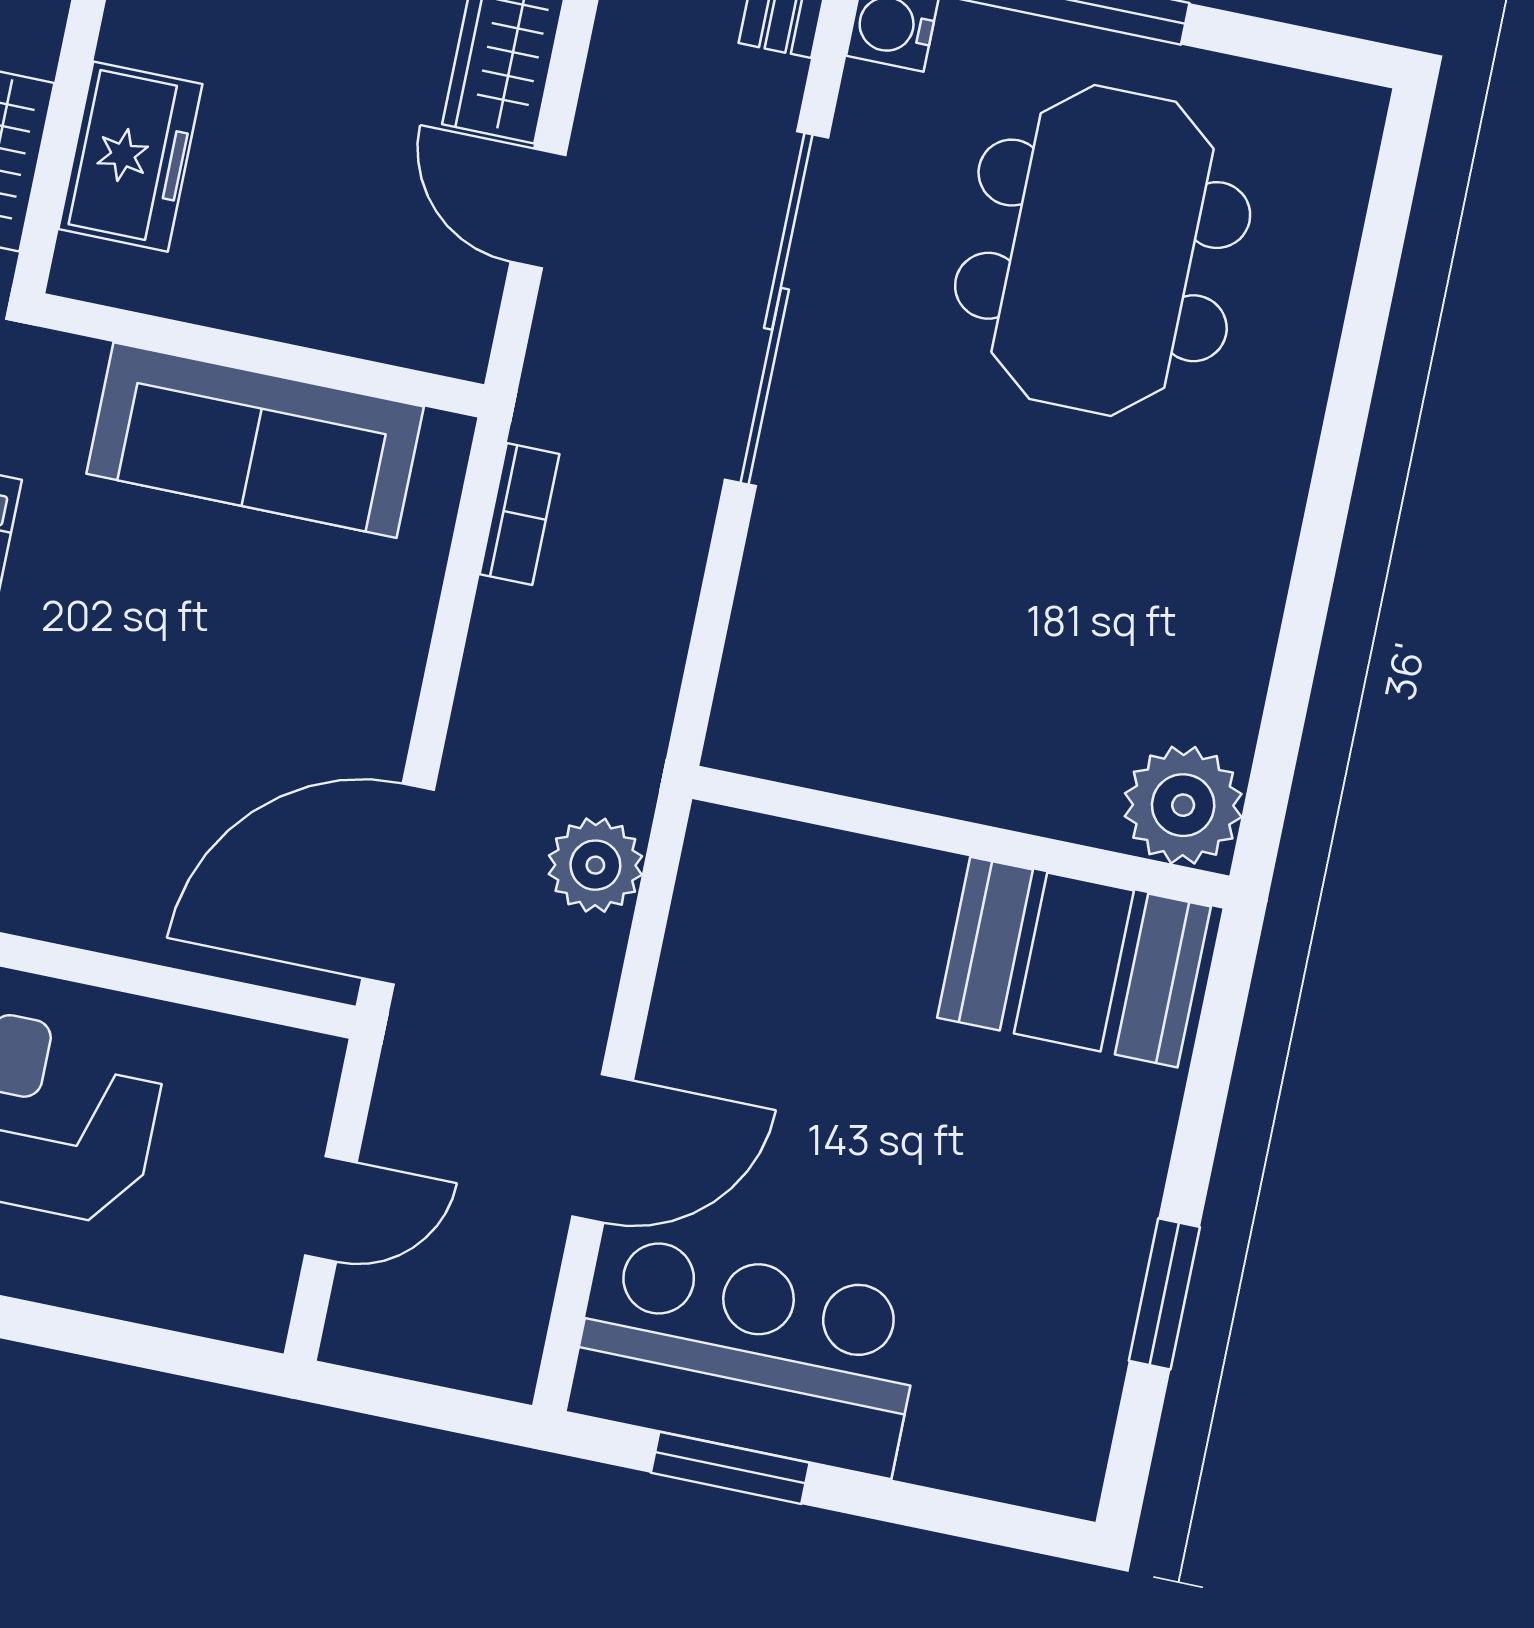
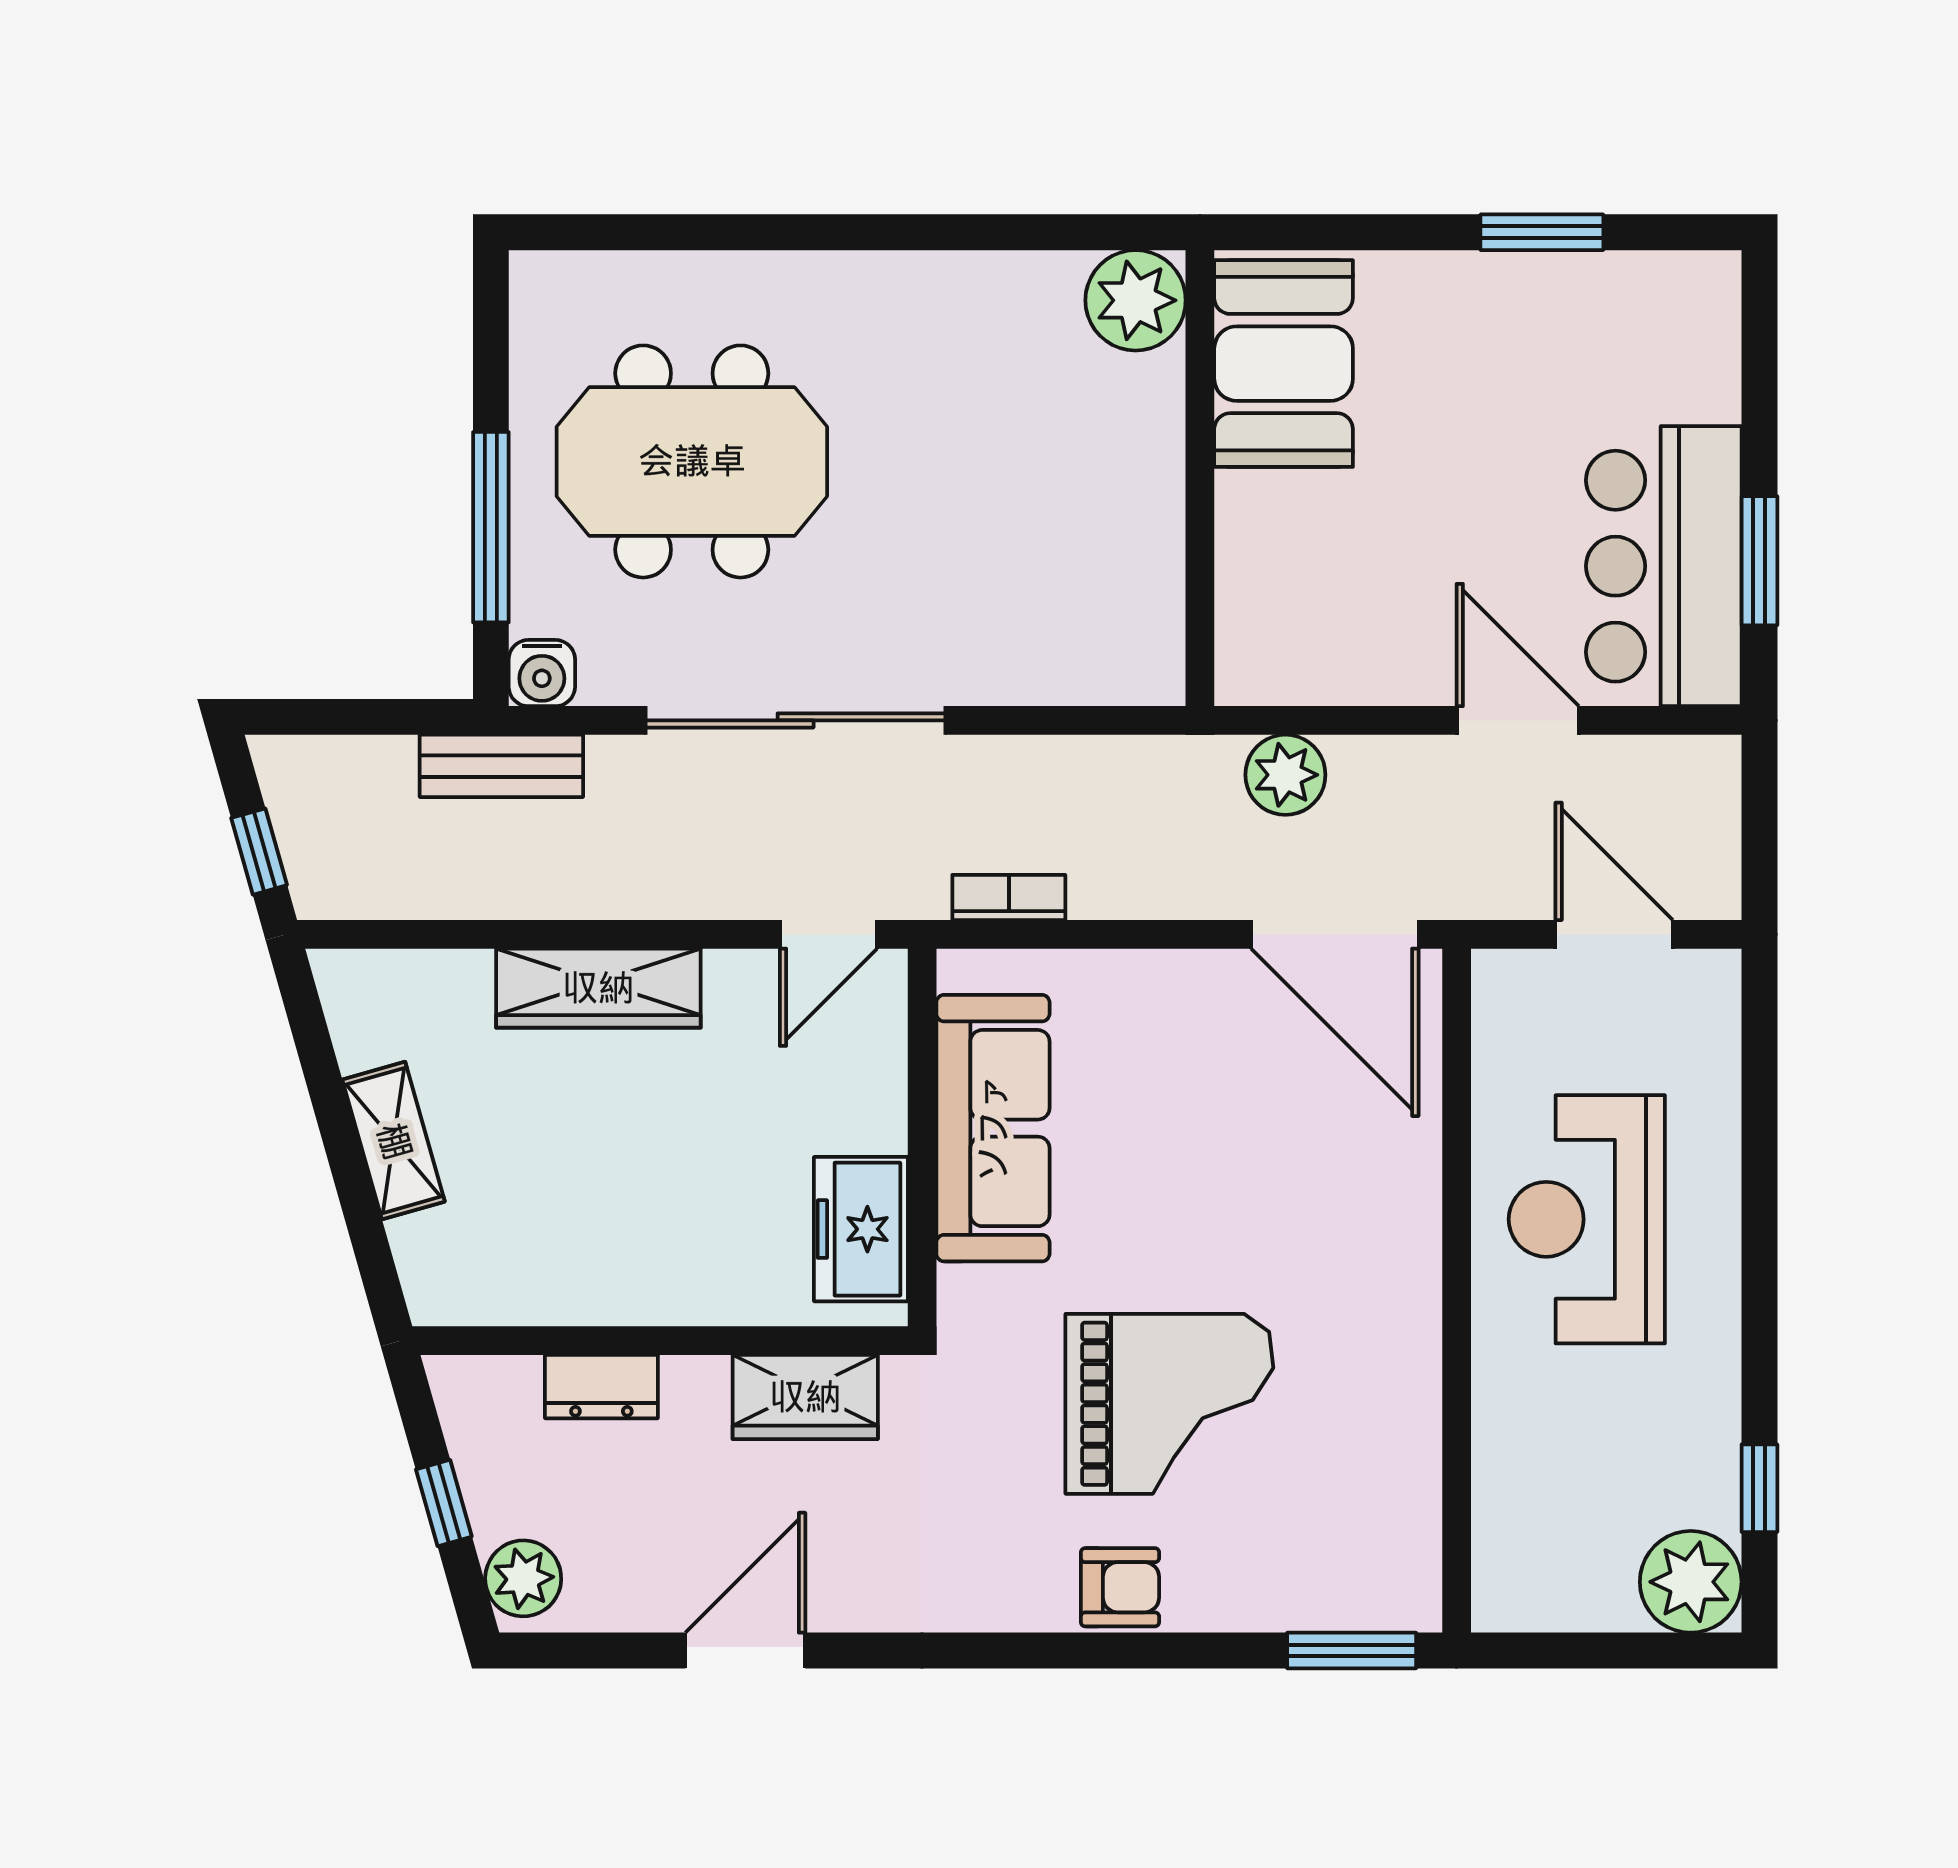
freezer: (130, 157) -> (861, 1229), moved, turned -90
door: (538, 208) -> (828, 934), moved
door: (331, 1209) -> (1614, 934), width x1.38

